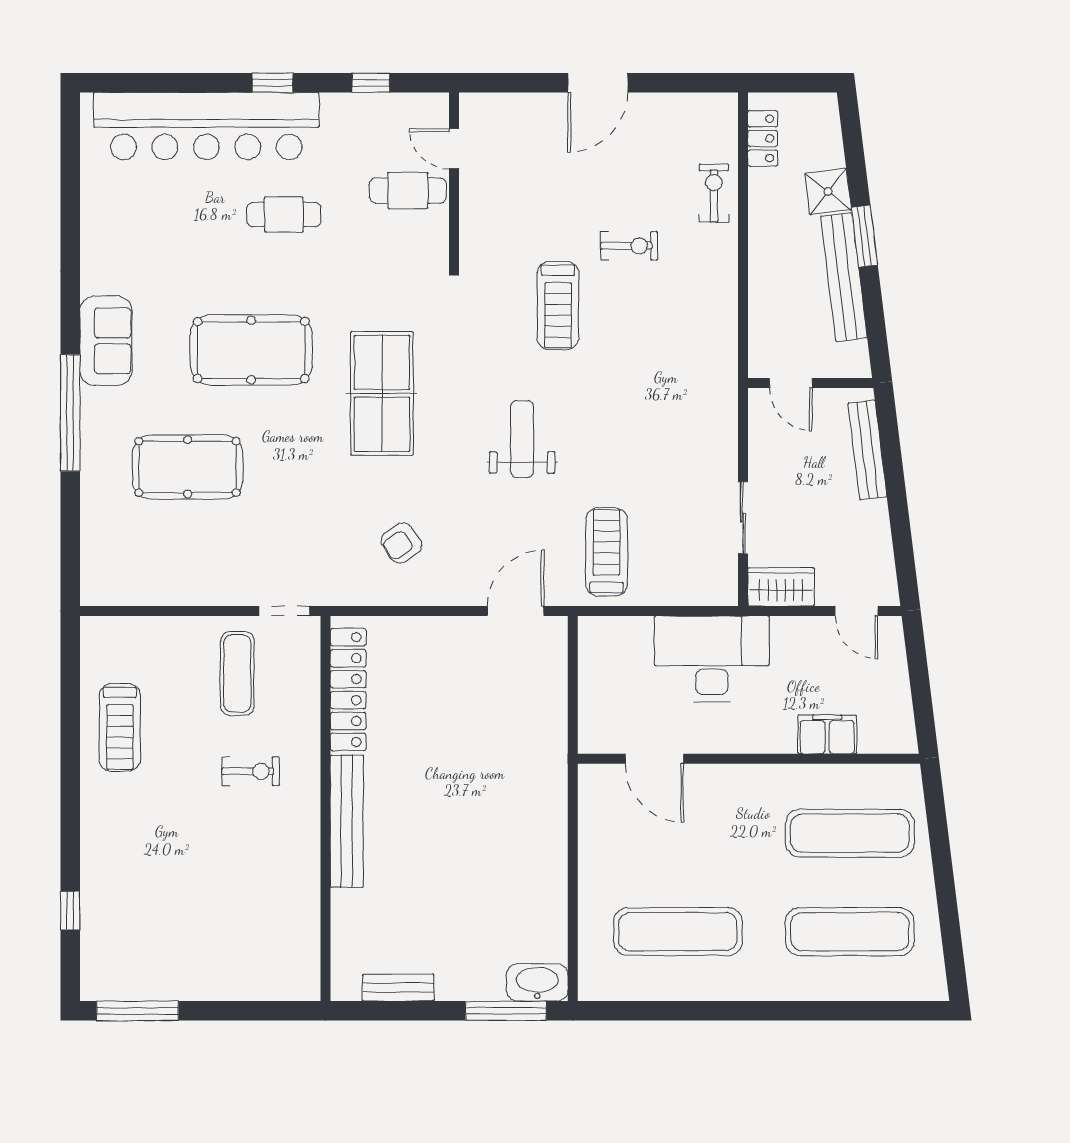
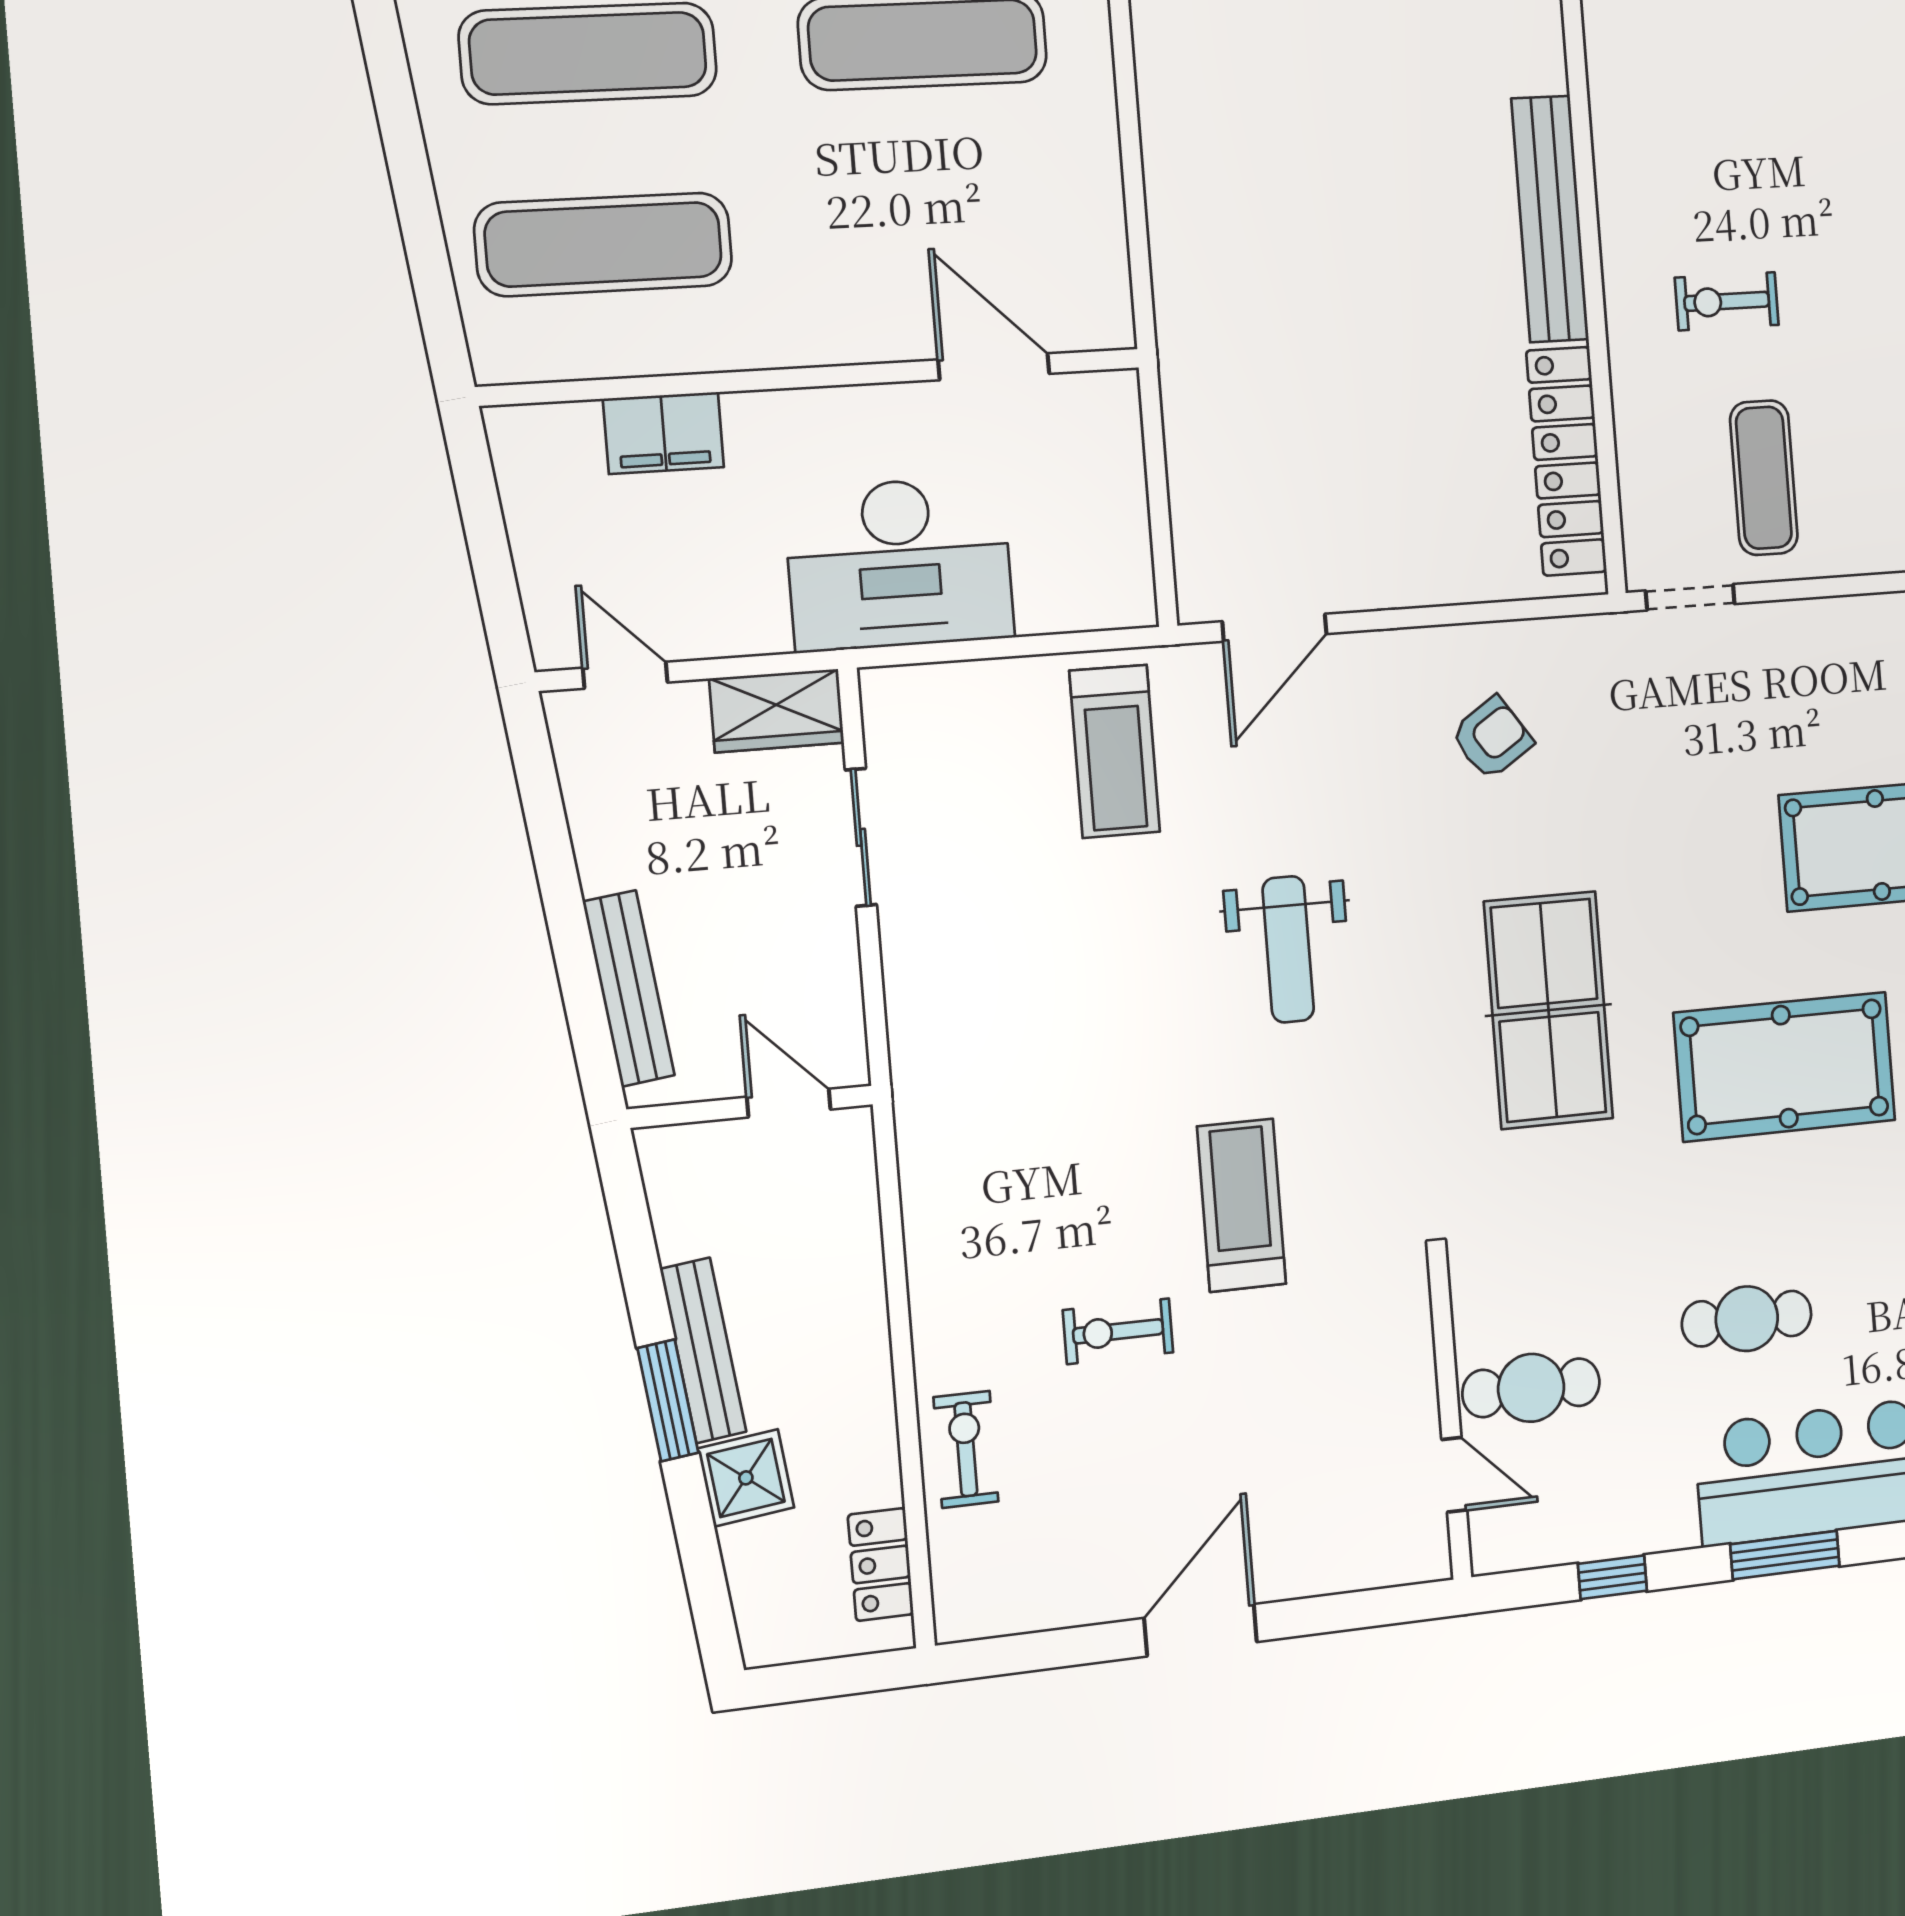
window: (272, 83) -> (1785, 1555), width x1.50
exercise bike: (714, 193) -> (966, 1449), turned 180
bench: (844, 277) -> (703, 1350), width x0.73, depth x0.82

